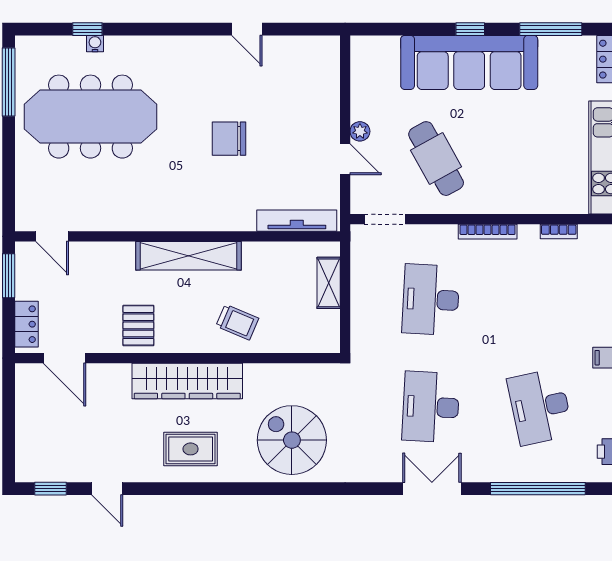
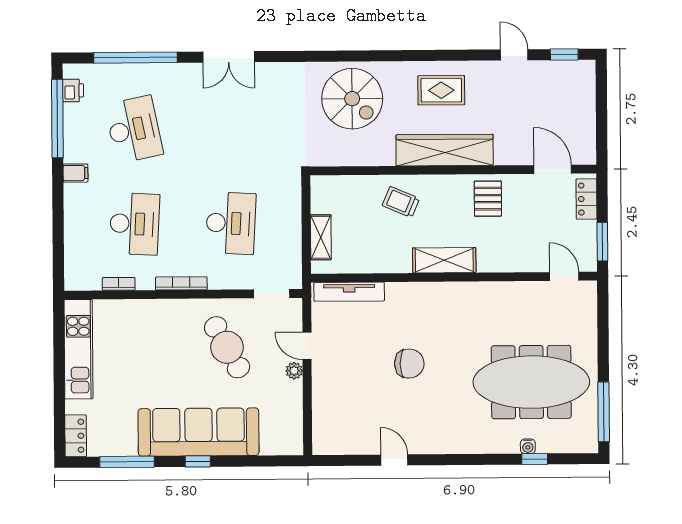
shelving: (189, 256) -> (444, 260), width x0.68
desk: (431, 407) -> (135, 224), moved

